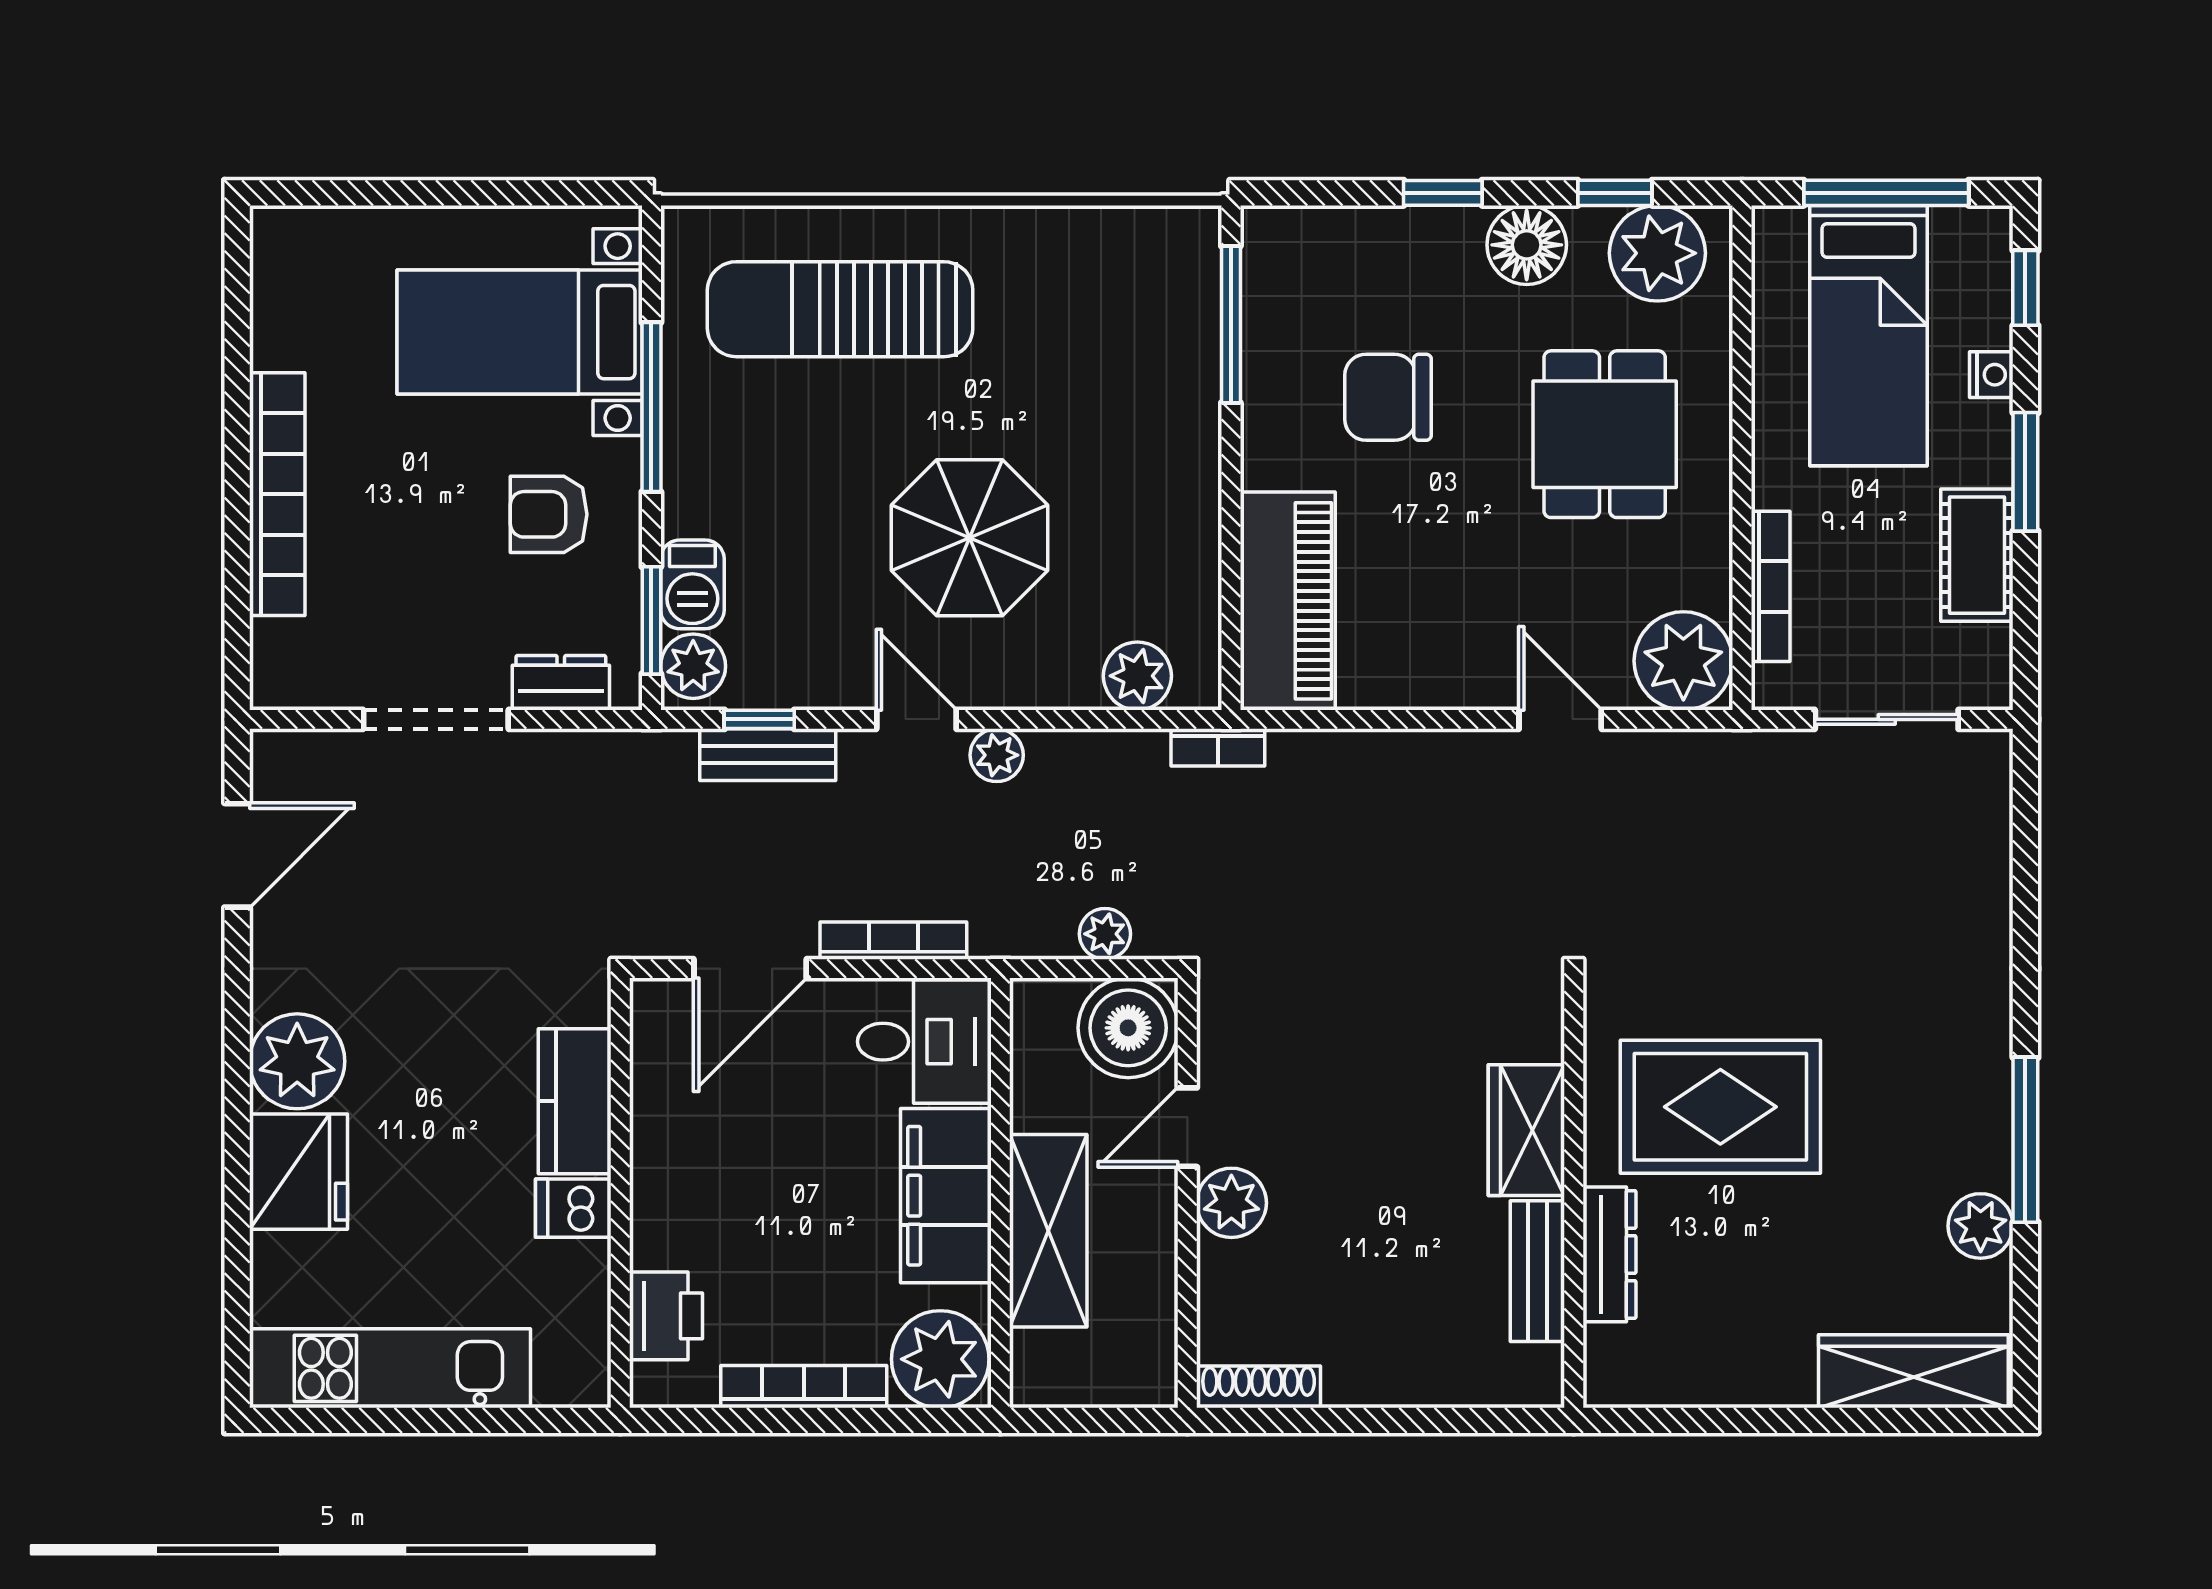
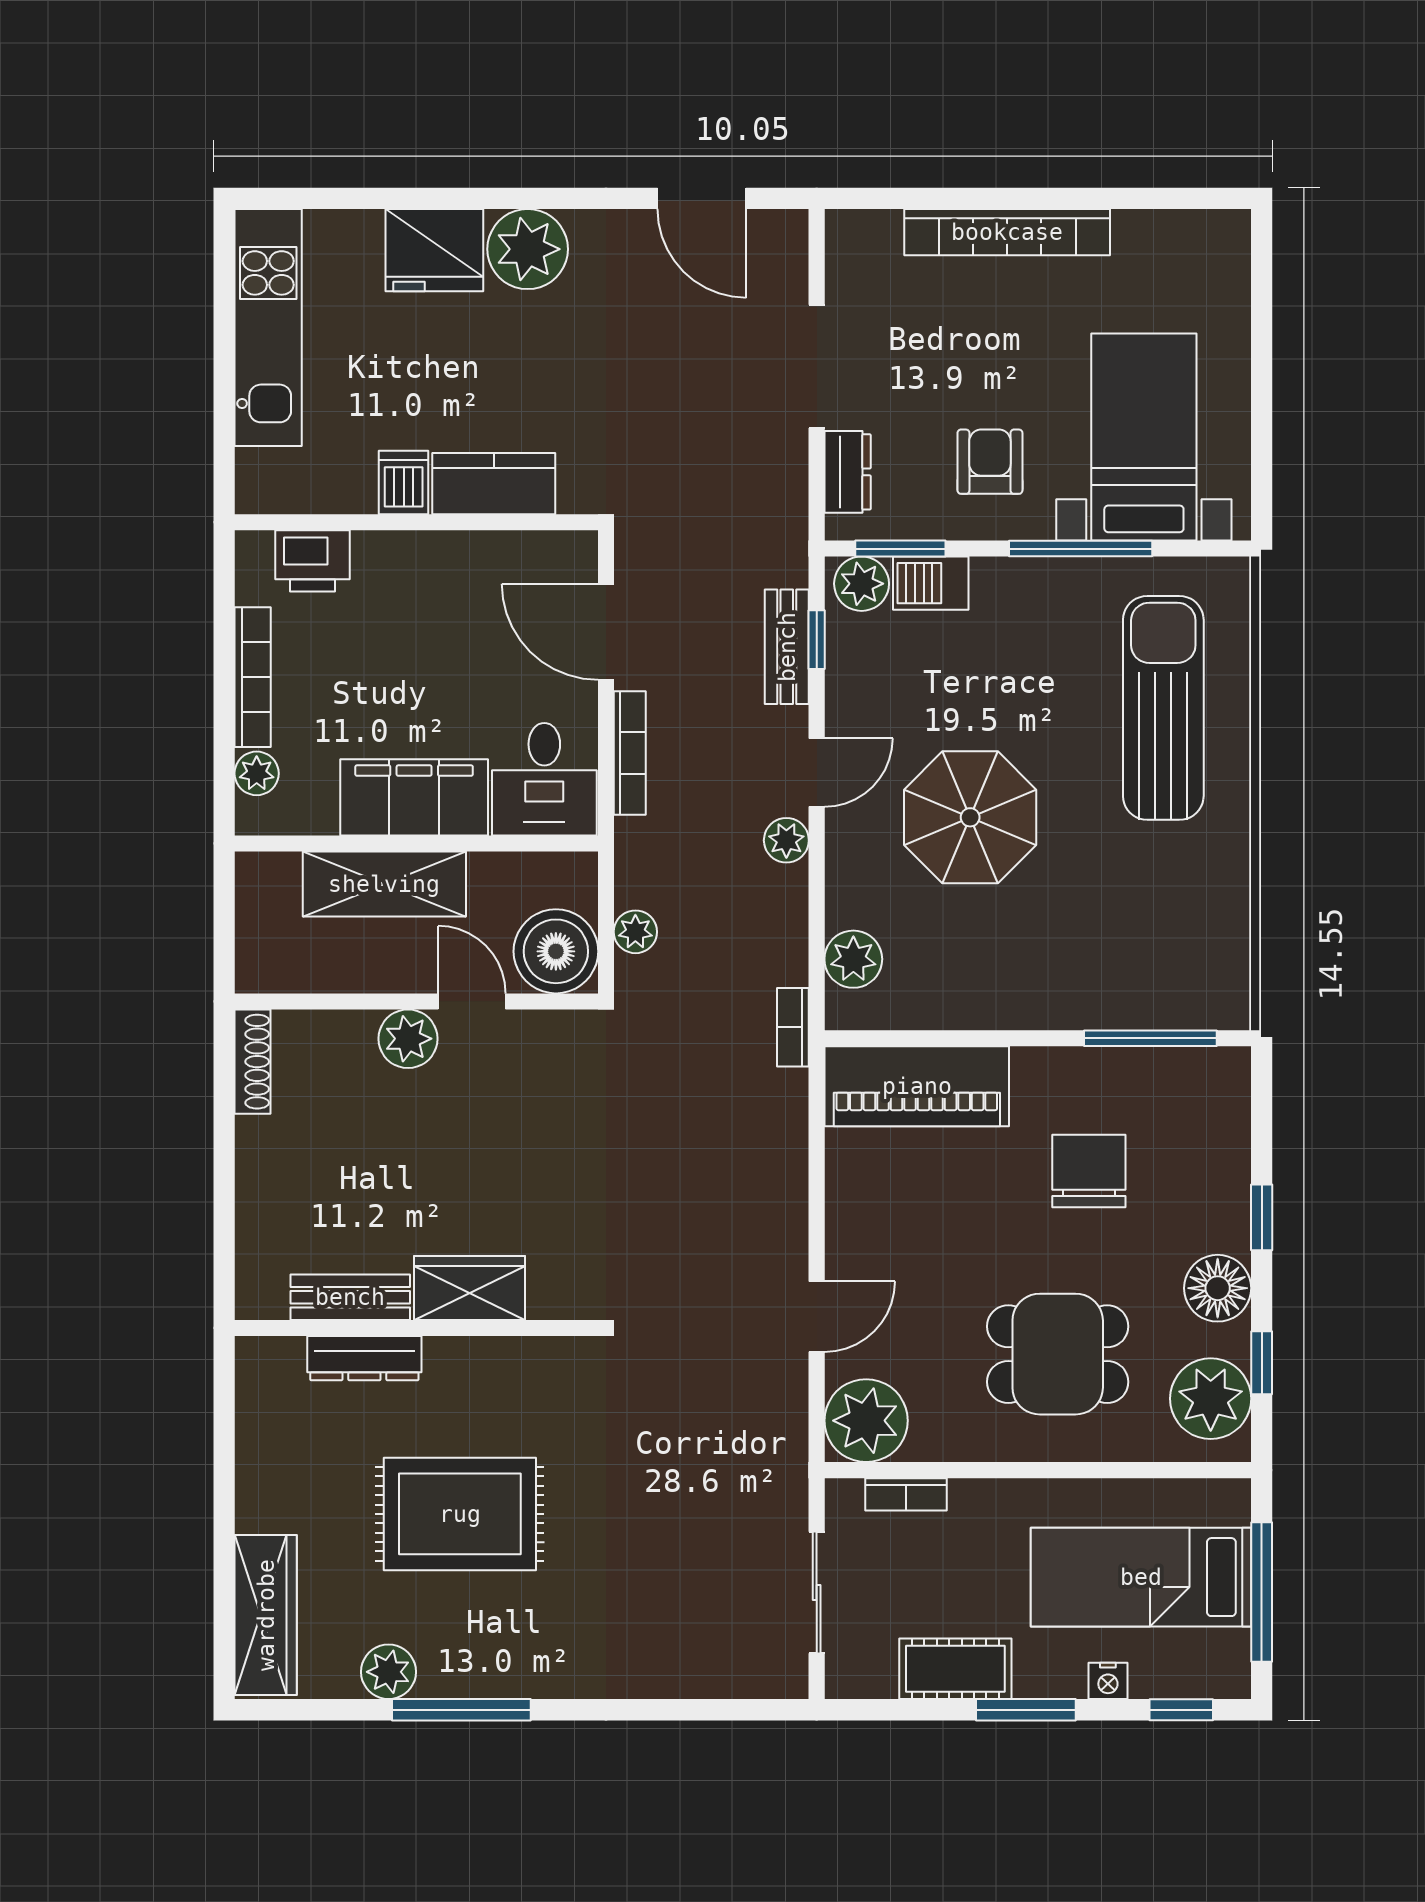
bookcase: (1771, 586) -> (906, 1494), width x0.64
rug: (1720, 1107) -> (460, 1514), moved, turned 90
plant: (940, 1359) -> (257, 773), width x0.53, depth x0.53

